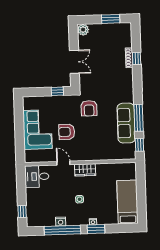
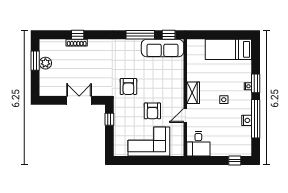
plant: (83, 30) -> (45, 63), moved
armchair: (89, 108) -> (128, 86), turned 90
sofa: (126, 123) -> (163, 48), moved

